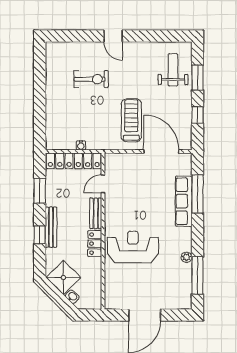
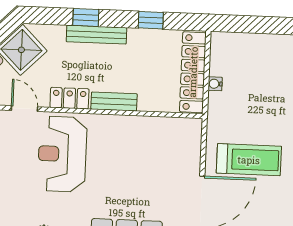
door: (103, 184) -> (24, 109), moved
window: (40, 191) -> (151, 20), width x0.67
reception desk: (133, 247) -> (62, 154), turned 180

